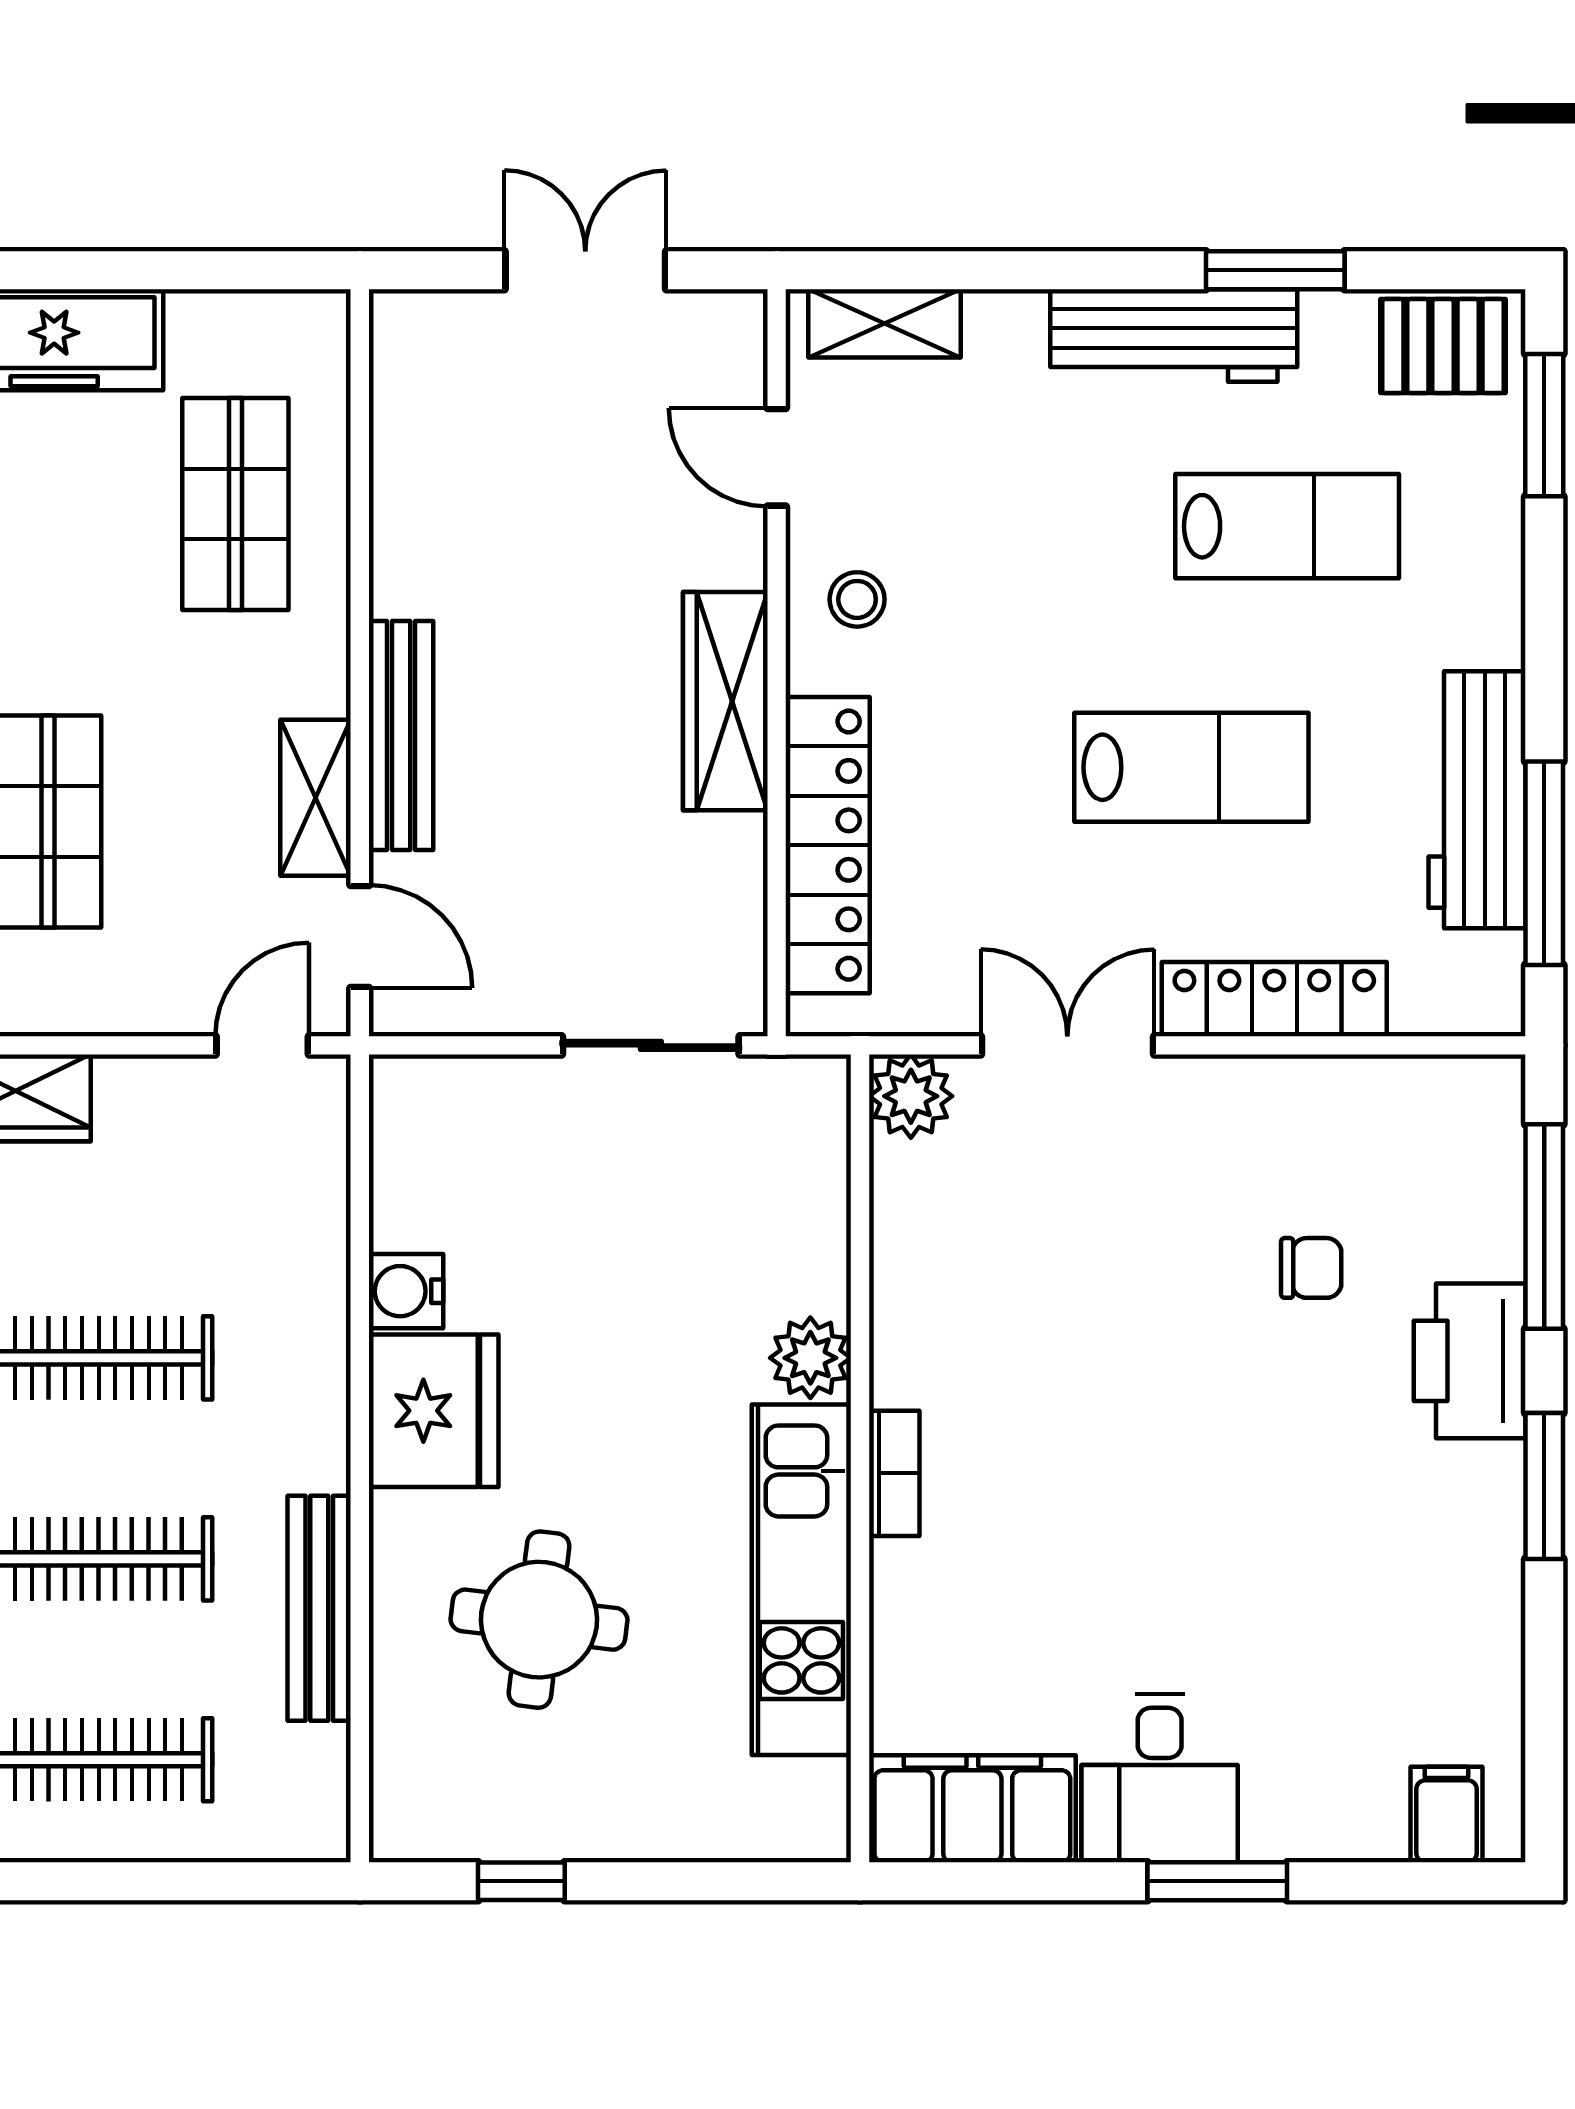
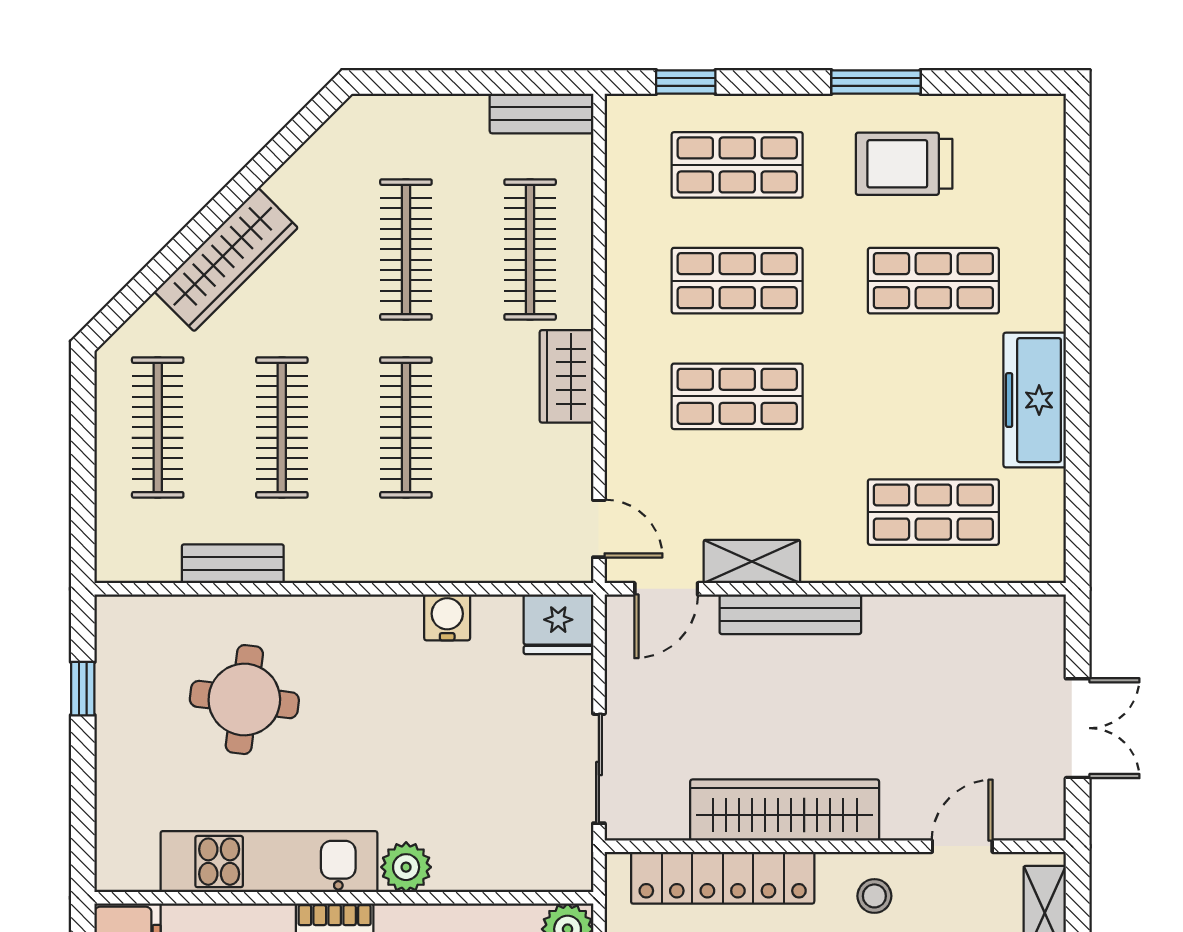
wardrobe: (725, 701) -> (785, 810), width x1.40, depth x1.17
fridge: (434, 1411) -> (558, 624), moved, width x0.73, depth x0.75
bench: (319, 1608) -> (233, 564), width x0.73

